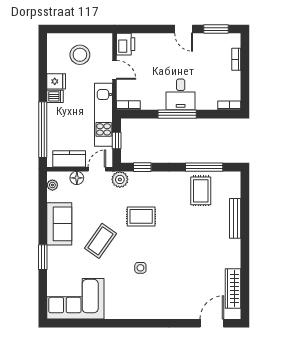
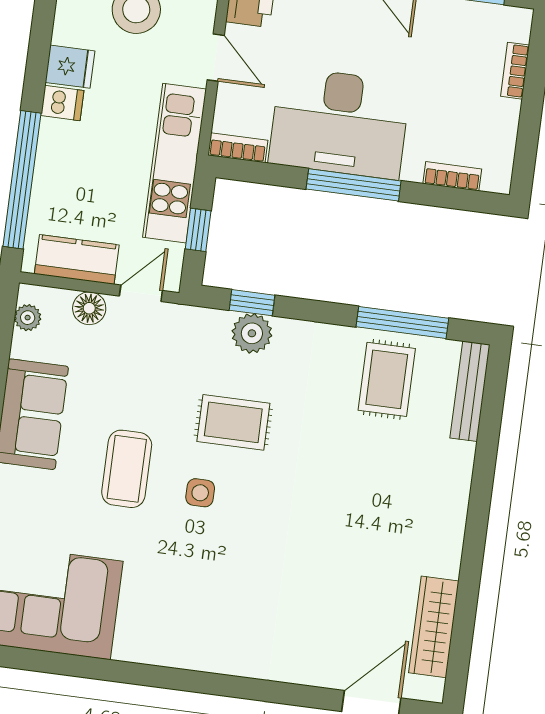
desk: (181, 94) -> (339, 123), width x1.87, depth x1.30
bookcase: (229, 105) -> (452, 176), moved
plant: (120, 179) -> (252, 333), moved
bench: (235, 218) -> (470, 391), moved
coffee table: (100, 241) -> (127, 469), turned -35
side table: (140, 268) -> (200, 493), moved

